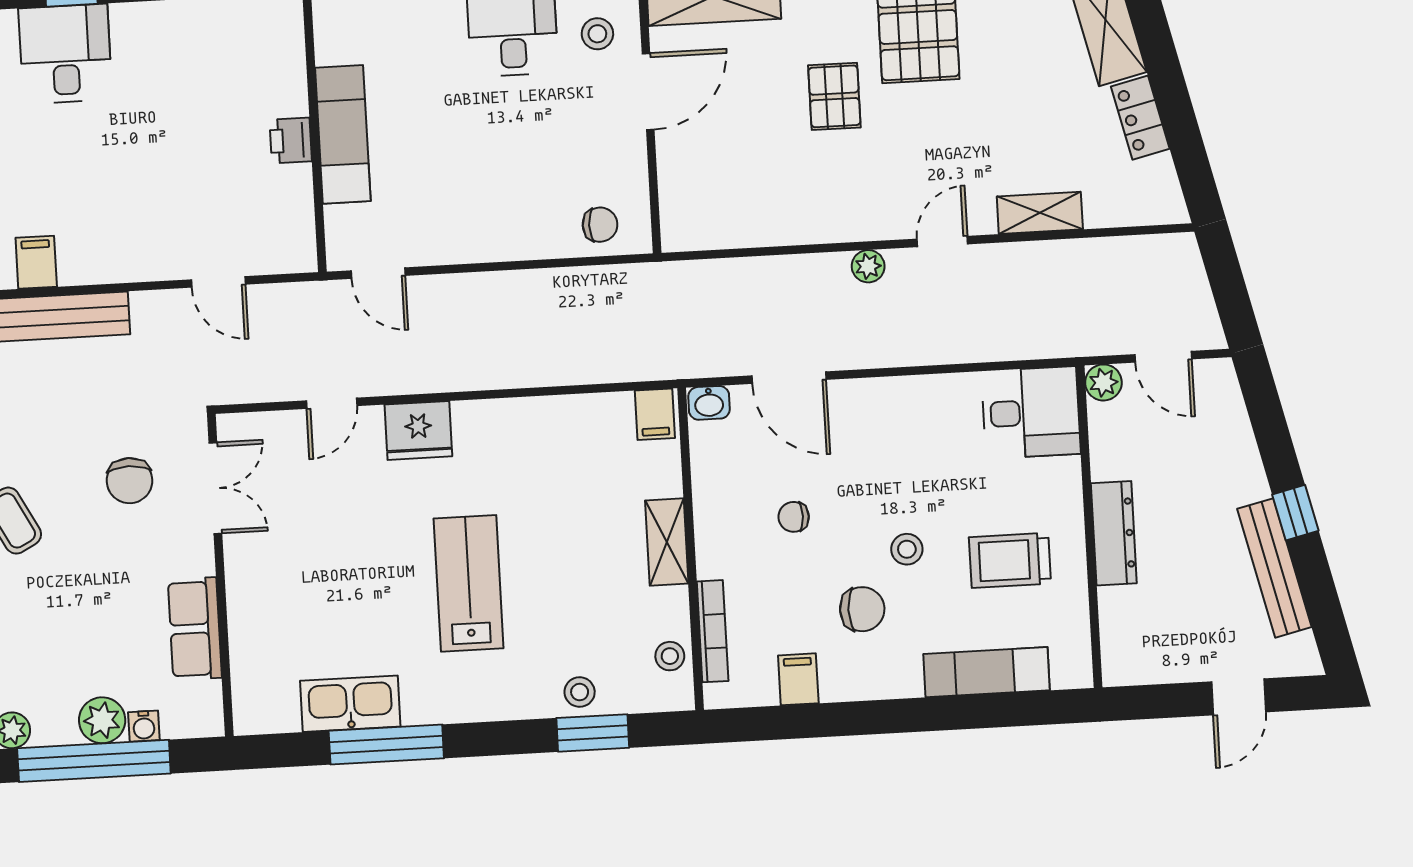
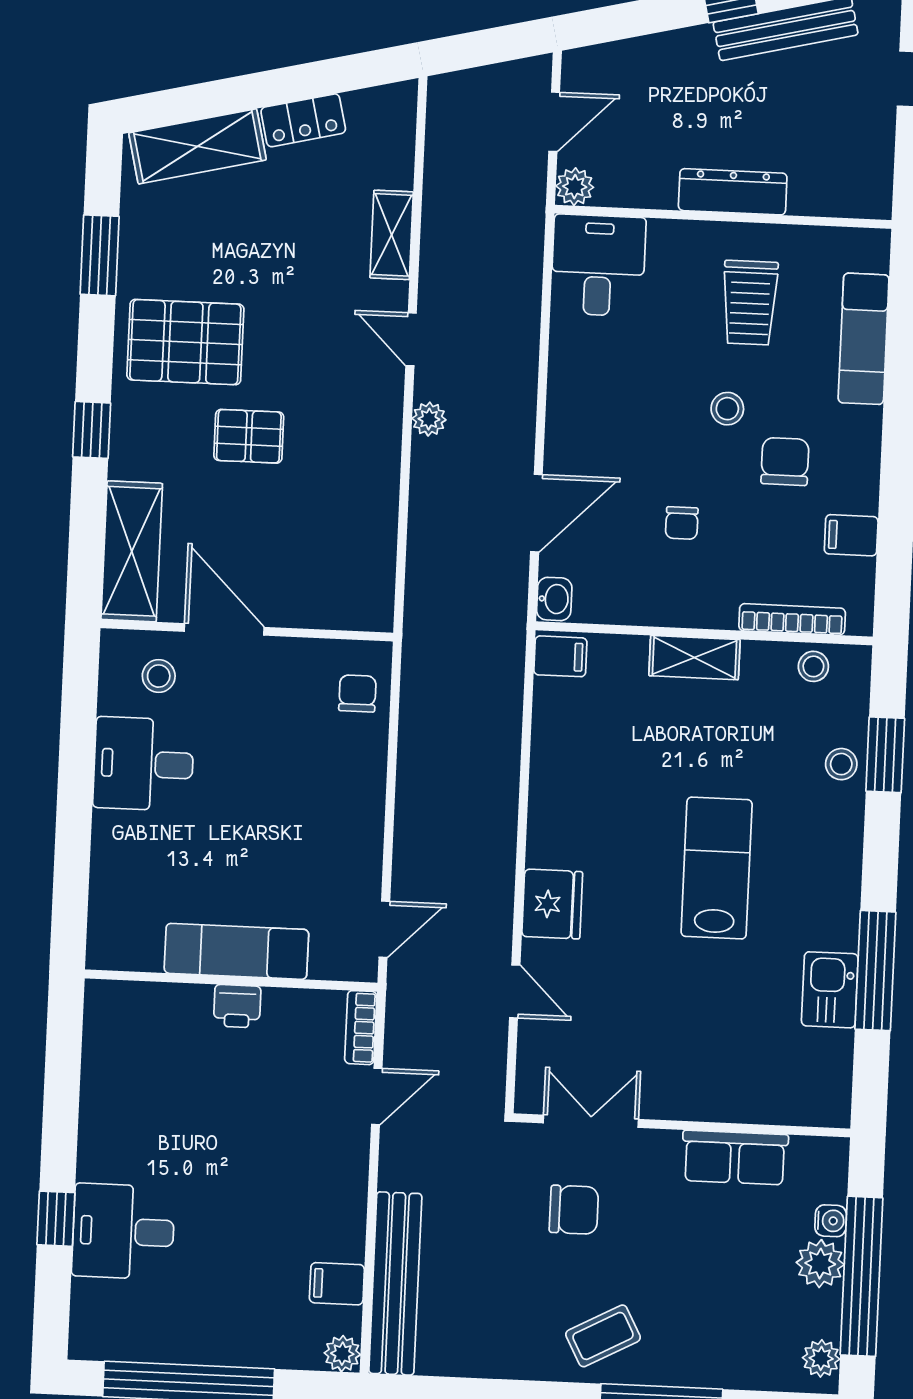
bookcase: (282, 260) -> (361, 1028), added
lab bench: (469, 583) -> (717, 868), turned 90
kitchen sink: (350, 704) -> (830, 990), width x0.73

